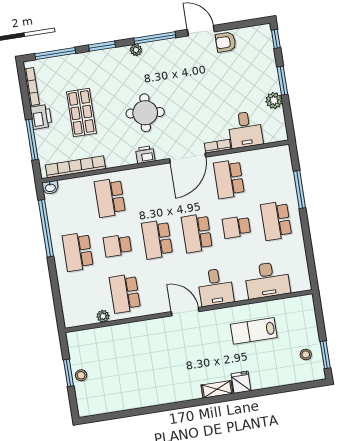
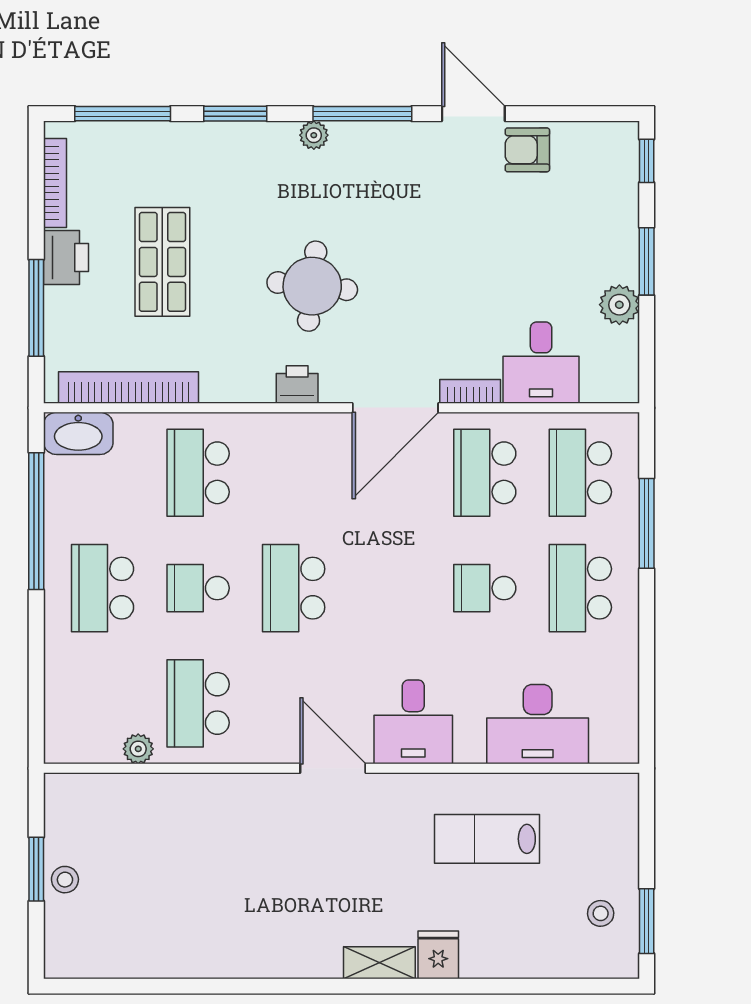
washbasin: (50, 187) -> (78, 433), width x1.91, depth x1.45
school desk: (197, 233) -> (580, 473), moved

